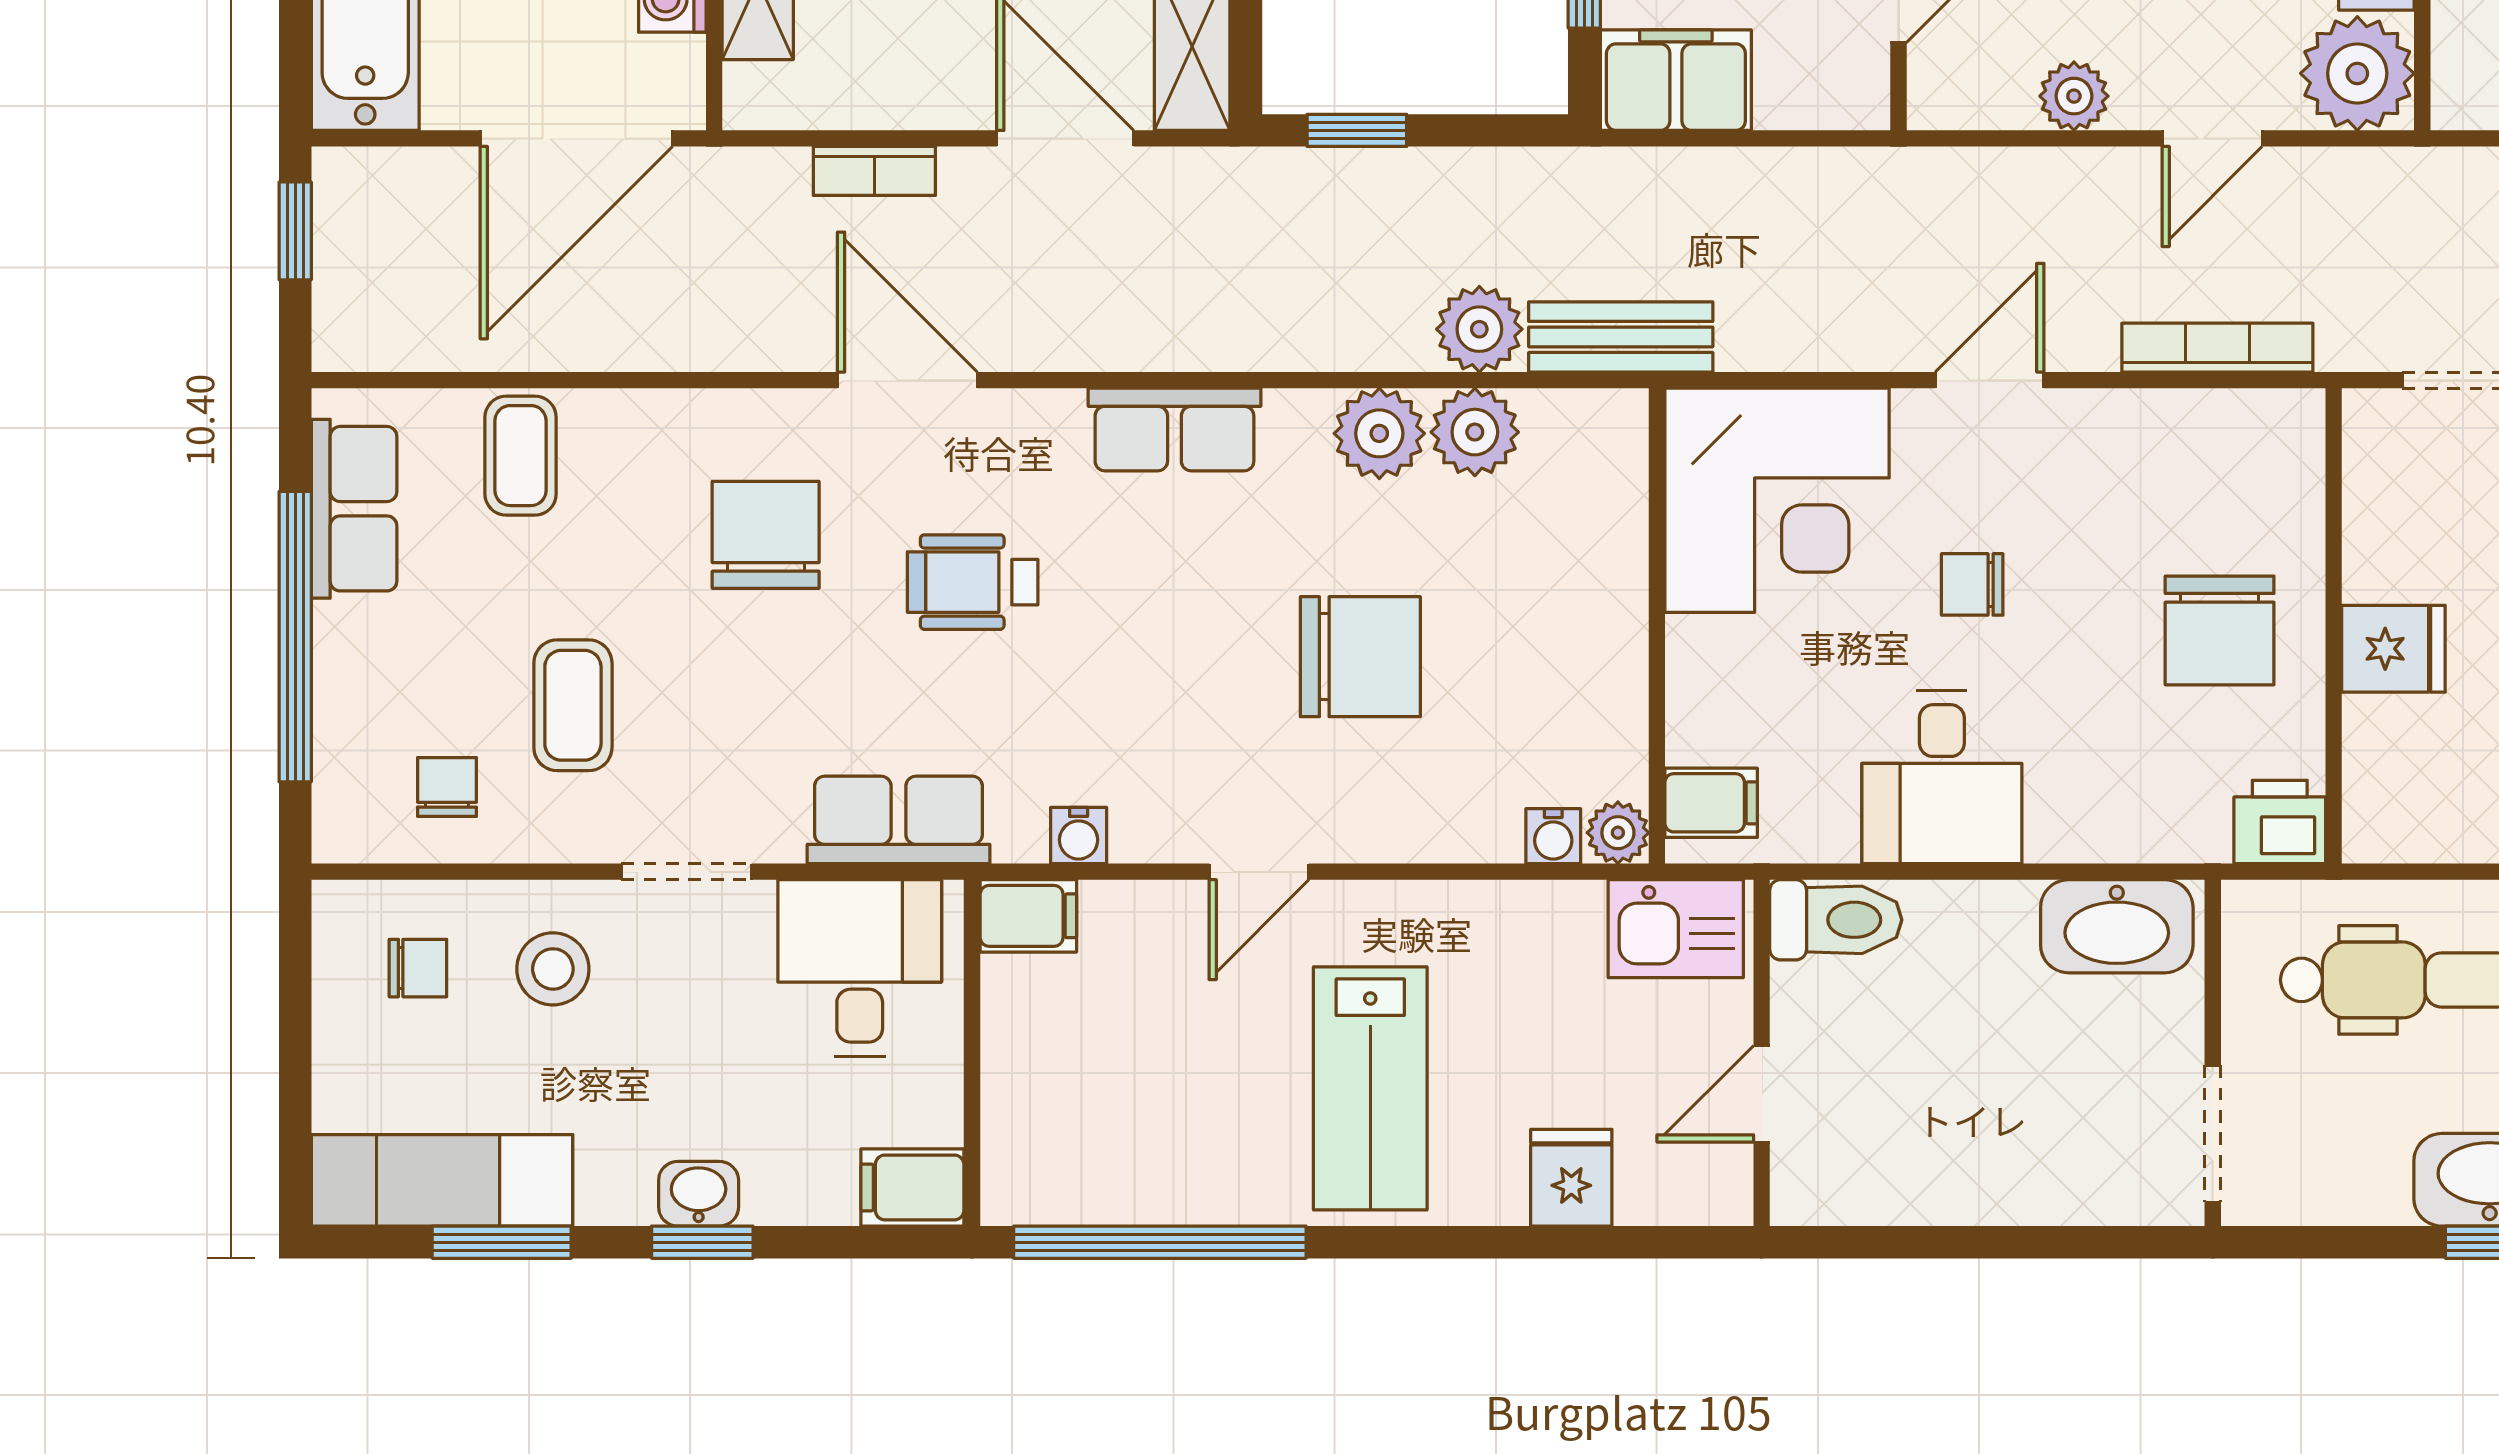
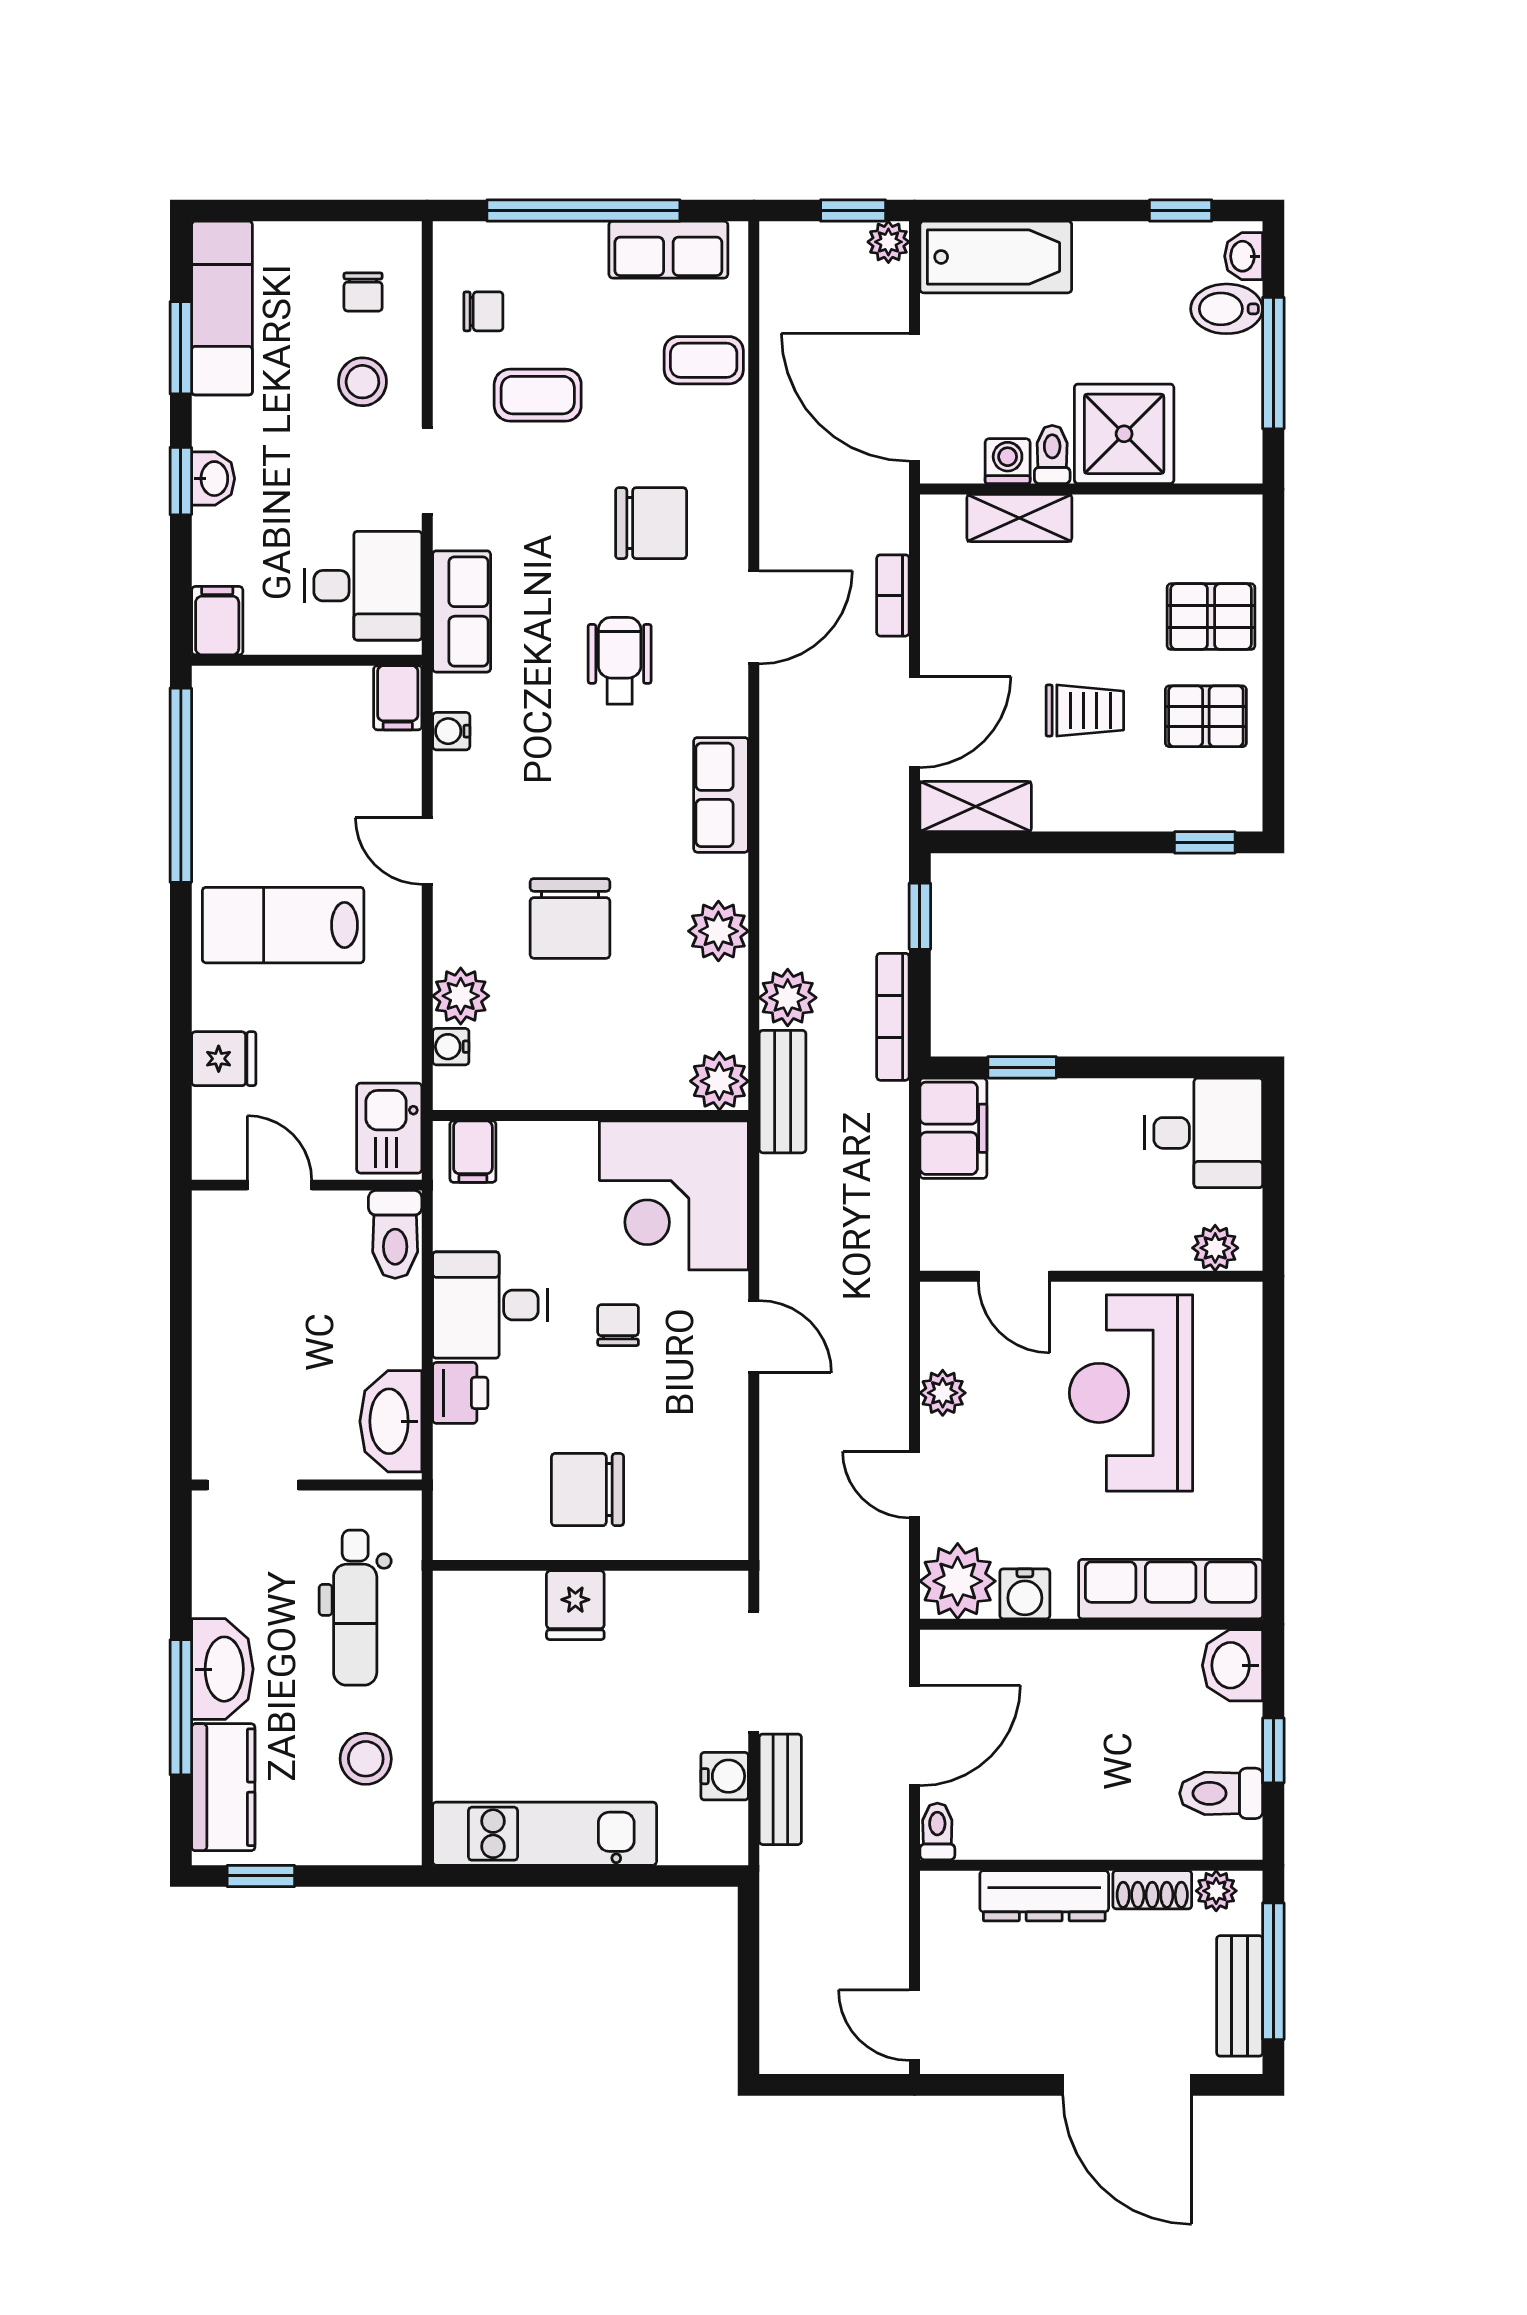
plant: (343, 178) -> (888, 242), added
bookcase: (2217, 348) -> (893, 1017), moved, turned 180
plant: (1475, 432) -> (719, 1081), moved
printer: (2280, 822) -> (460, 1393), moved
plant: (1618, 833) -> (461, 996), moved, width x1.38, depth x1.38

